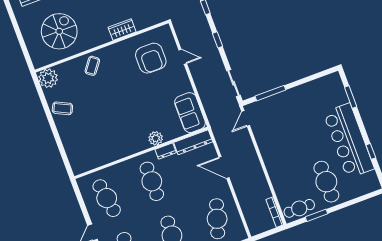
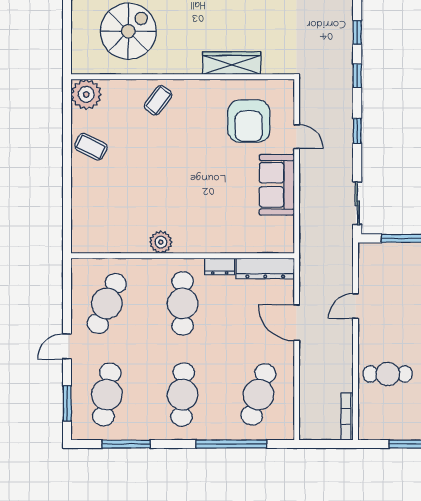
wardrobe: (122, 30) -> (232, 63), width x1.50
sofa: (190, 113) -> (277, 185), moved
door: (246, 118) -> (356, 306), moved
plant: (156, 138) -> (161, 242), moved
cafe table: (107, 198) -> (107, 303), turned 33
cafe table: (299, 208) -> (388, 374), moved

